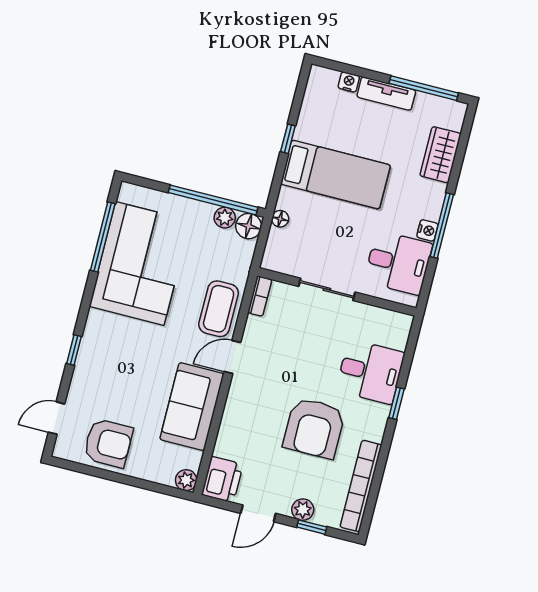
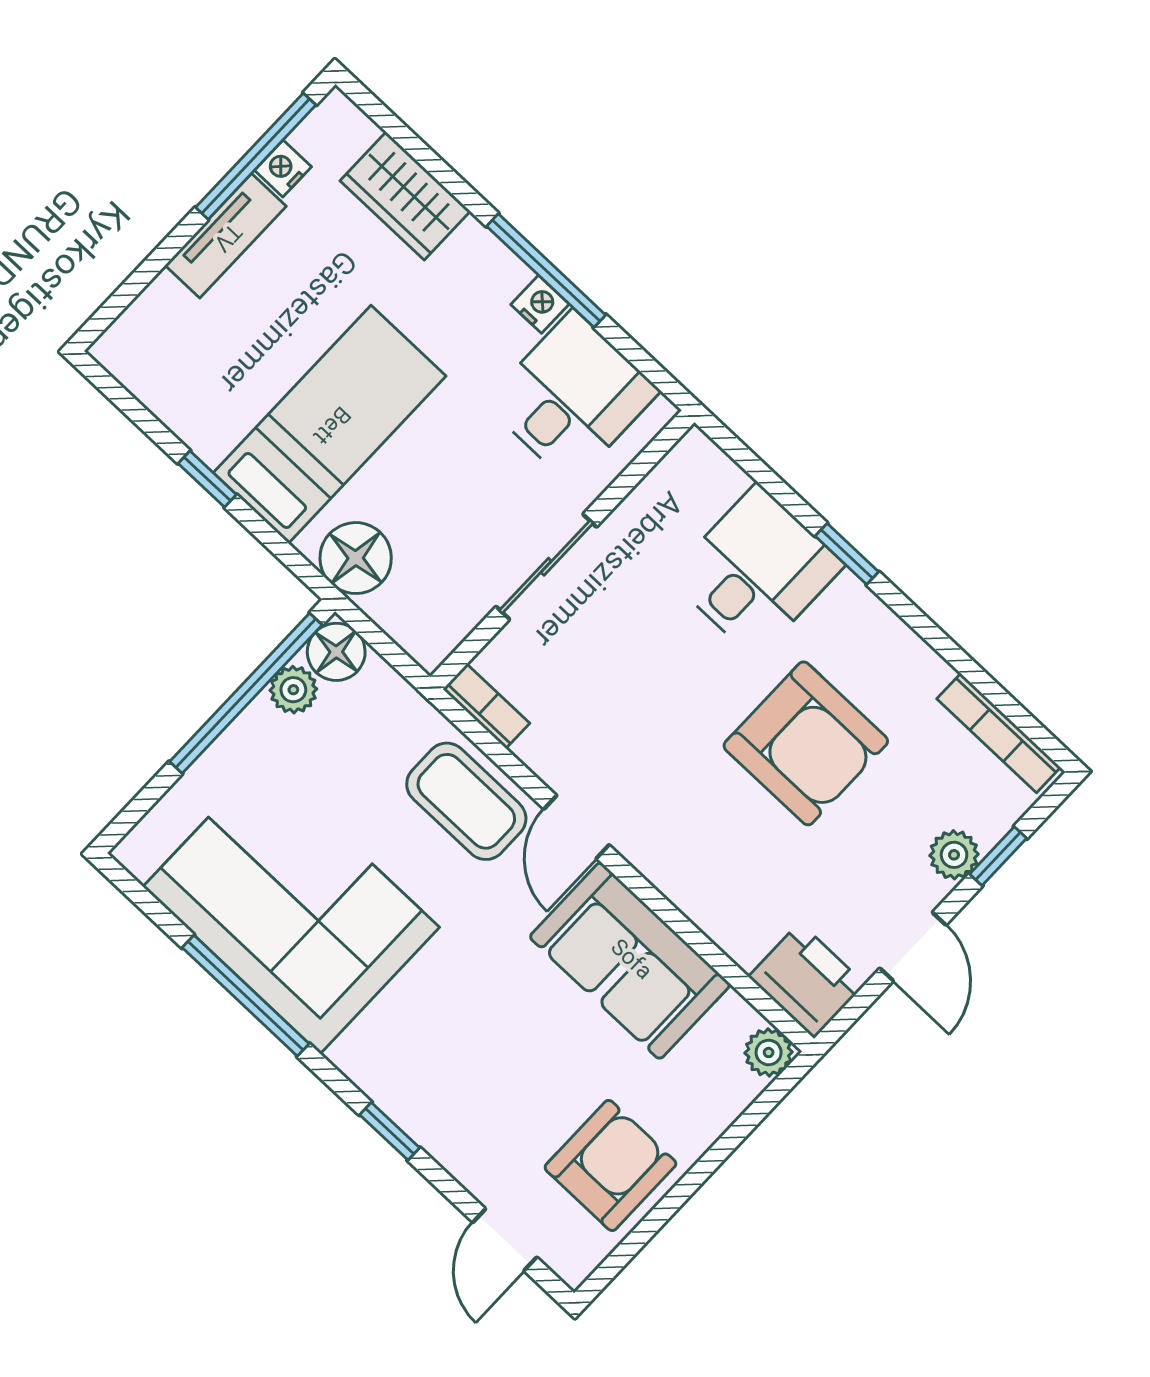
nightstand: (349, 82) -> (283, 168), moved
floor lamp: (280, 219) -> (356, 558), width x1.89, depth x1.89
window: (103, 237) -> (246, 996), moved
bookcase: (361, 486) -> (999, 733), width x0.68, depth x0.76

